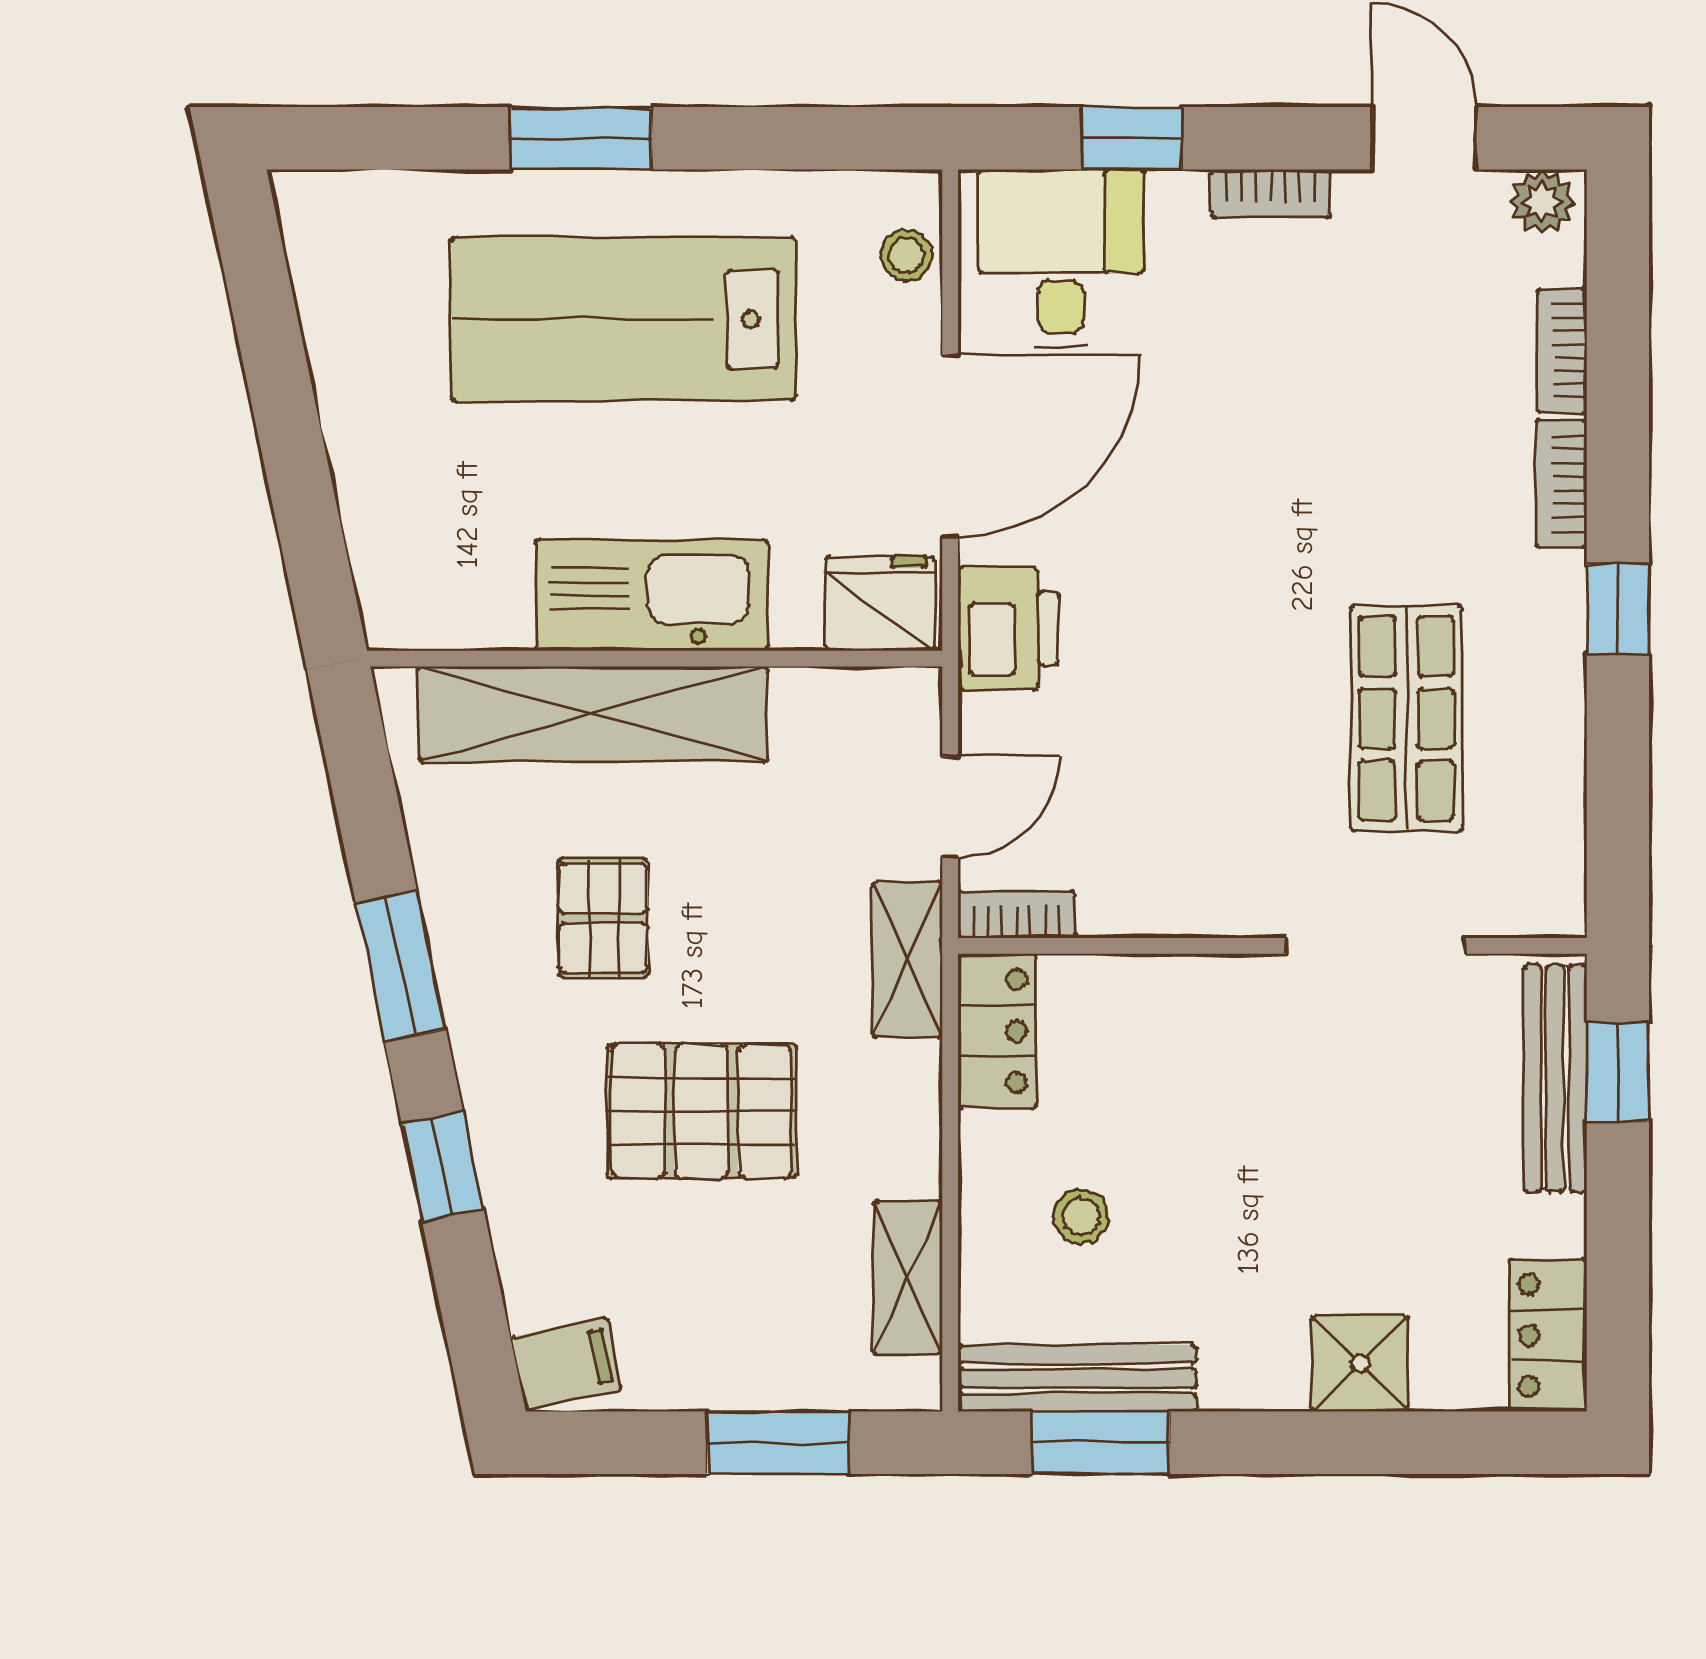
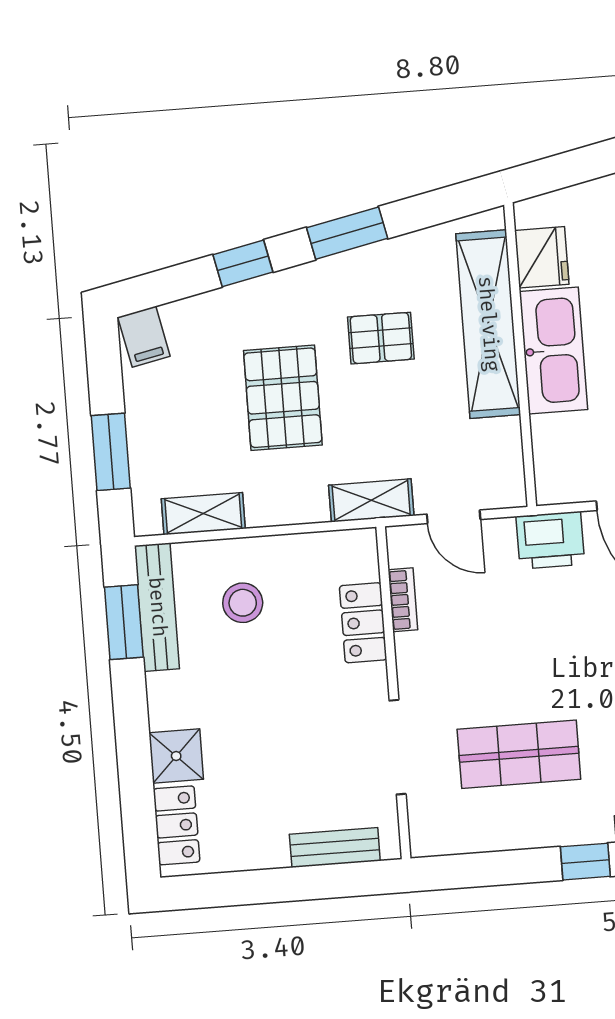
fridge: (880, 604) -> (542, 257), moved
bookcase: (1017, 915) -> (403, 600), moved
locker: (997, 1031) -> (363, 623), moved, turned 90
window: (1618, 1072) -> (341, 880), removed
bench: (1555, 1078) -> (335, 847), width x0.73
stool: (1081, 1216) -> (243, 603), width x1.37, depth x1.37
locker: (1548, 1335) -> (177, 825), moved, turned 90

